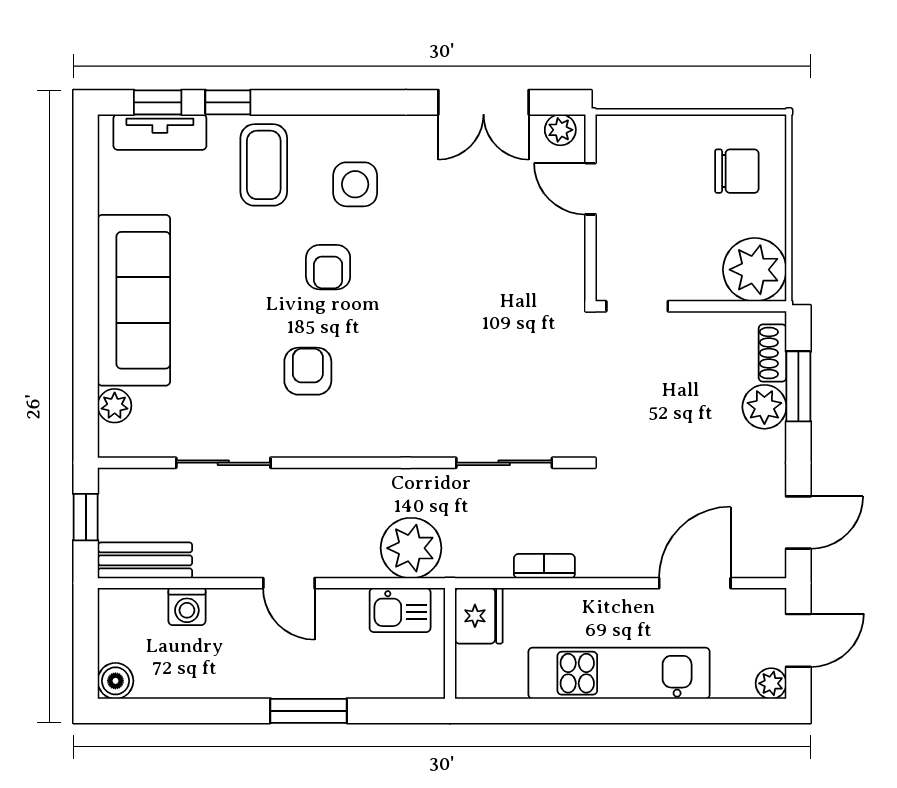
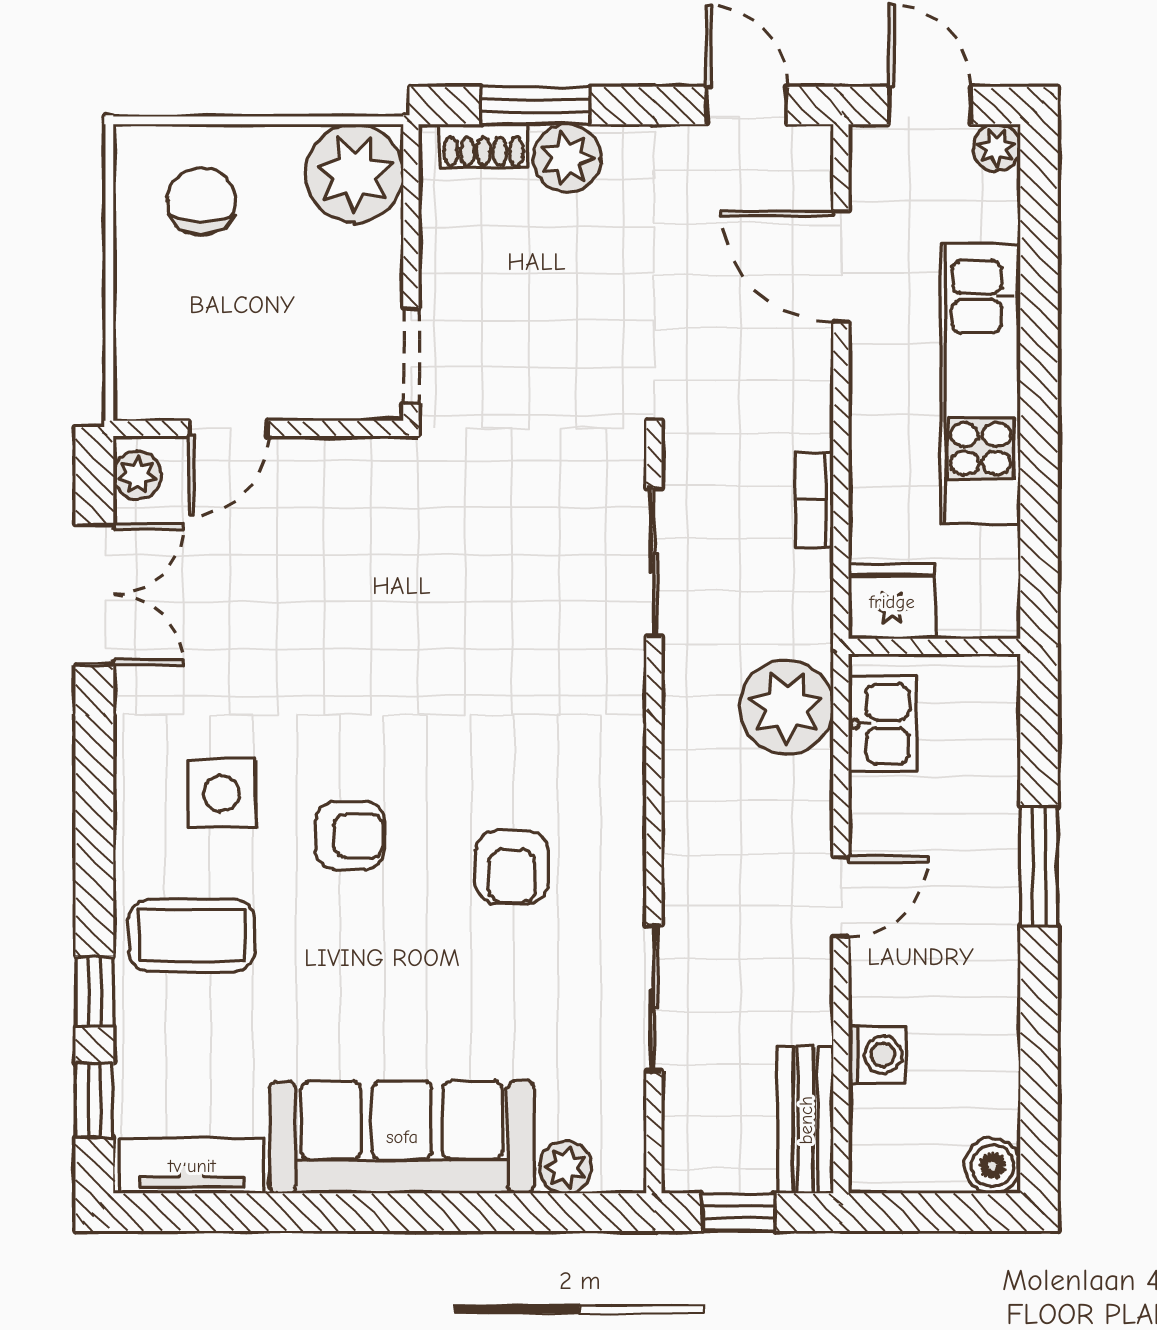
tv unit: (160, 132) -> (192, 1166), moved, turned -90
armchair: (308, 371) -> (512, 867), turned -90

